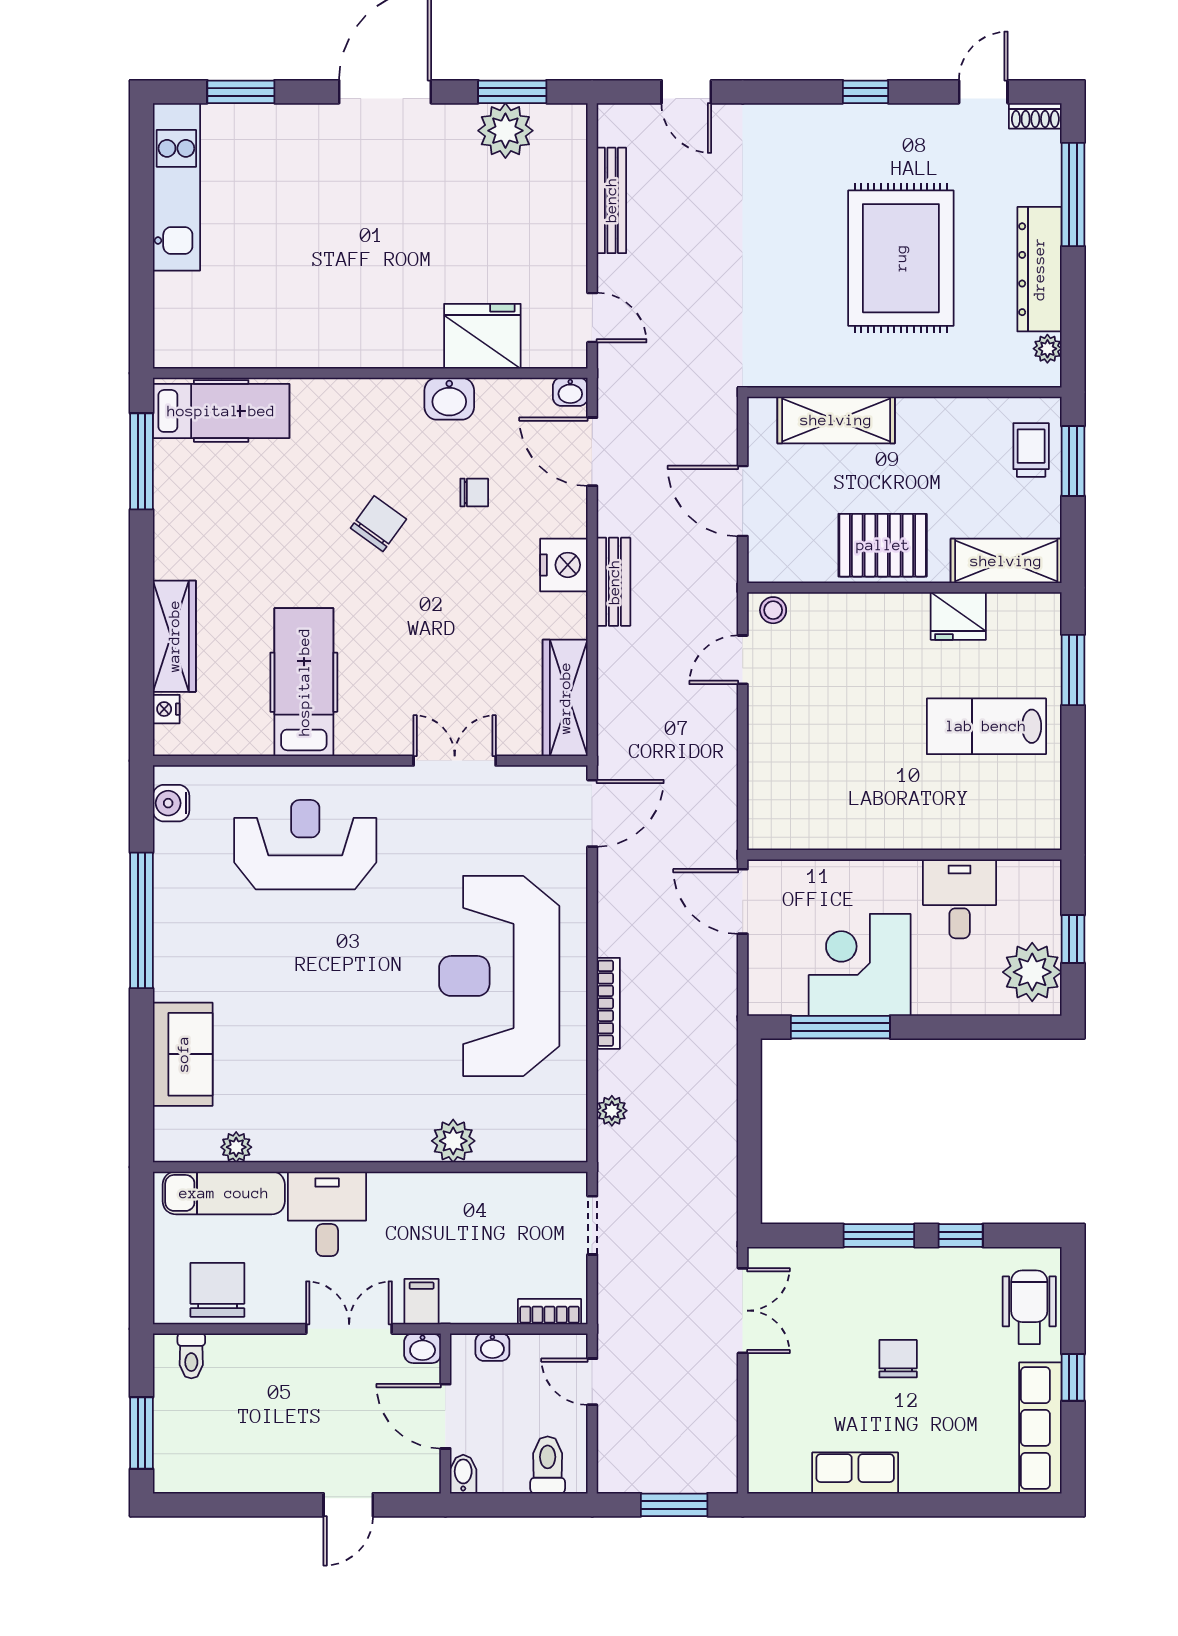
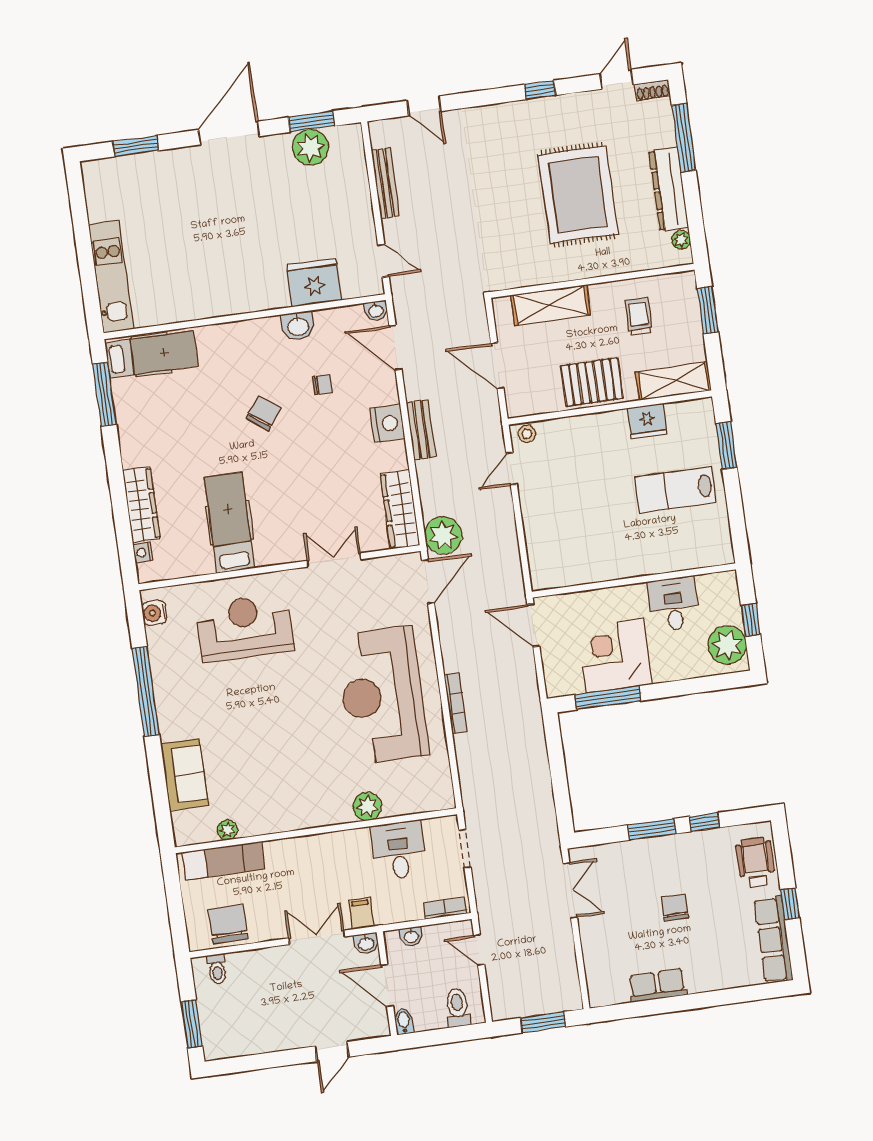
kitchen unit: (176, 187) -> (111, 277), moved
trolley: (1031, 450) -> (639, 317), moved
plant: (612, 1111) -> (443, 535), moved, width x1.88, depth x1.88
desk: (327, 1214) -> (399, 850), moved

